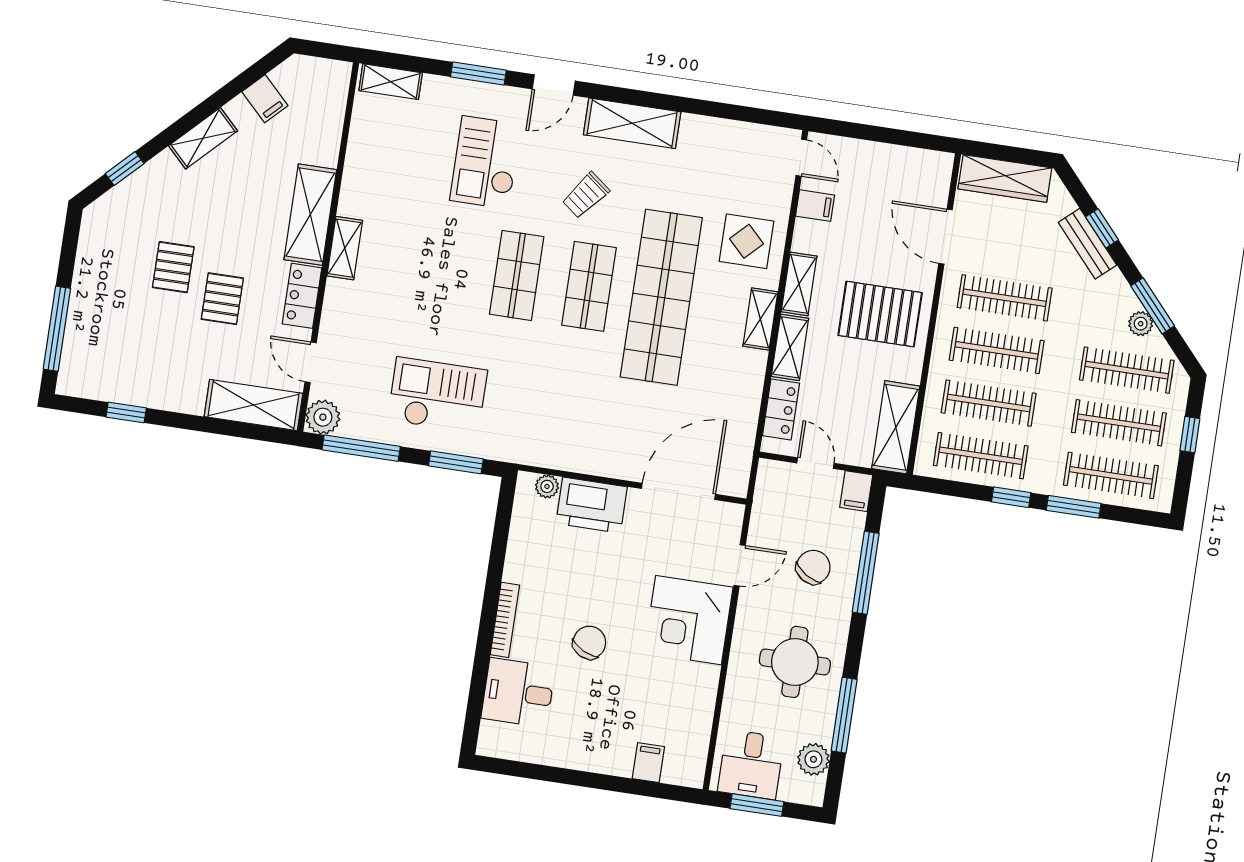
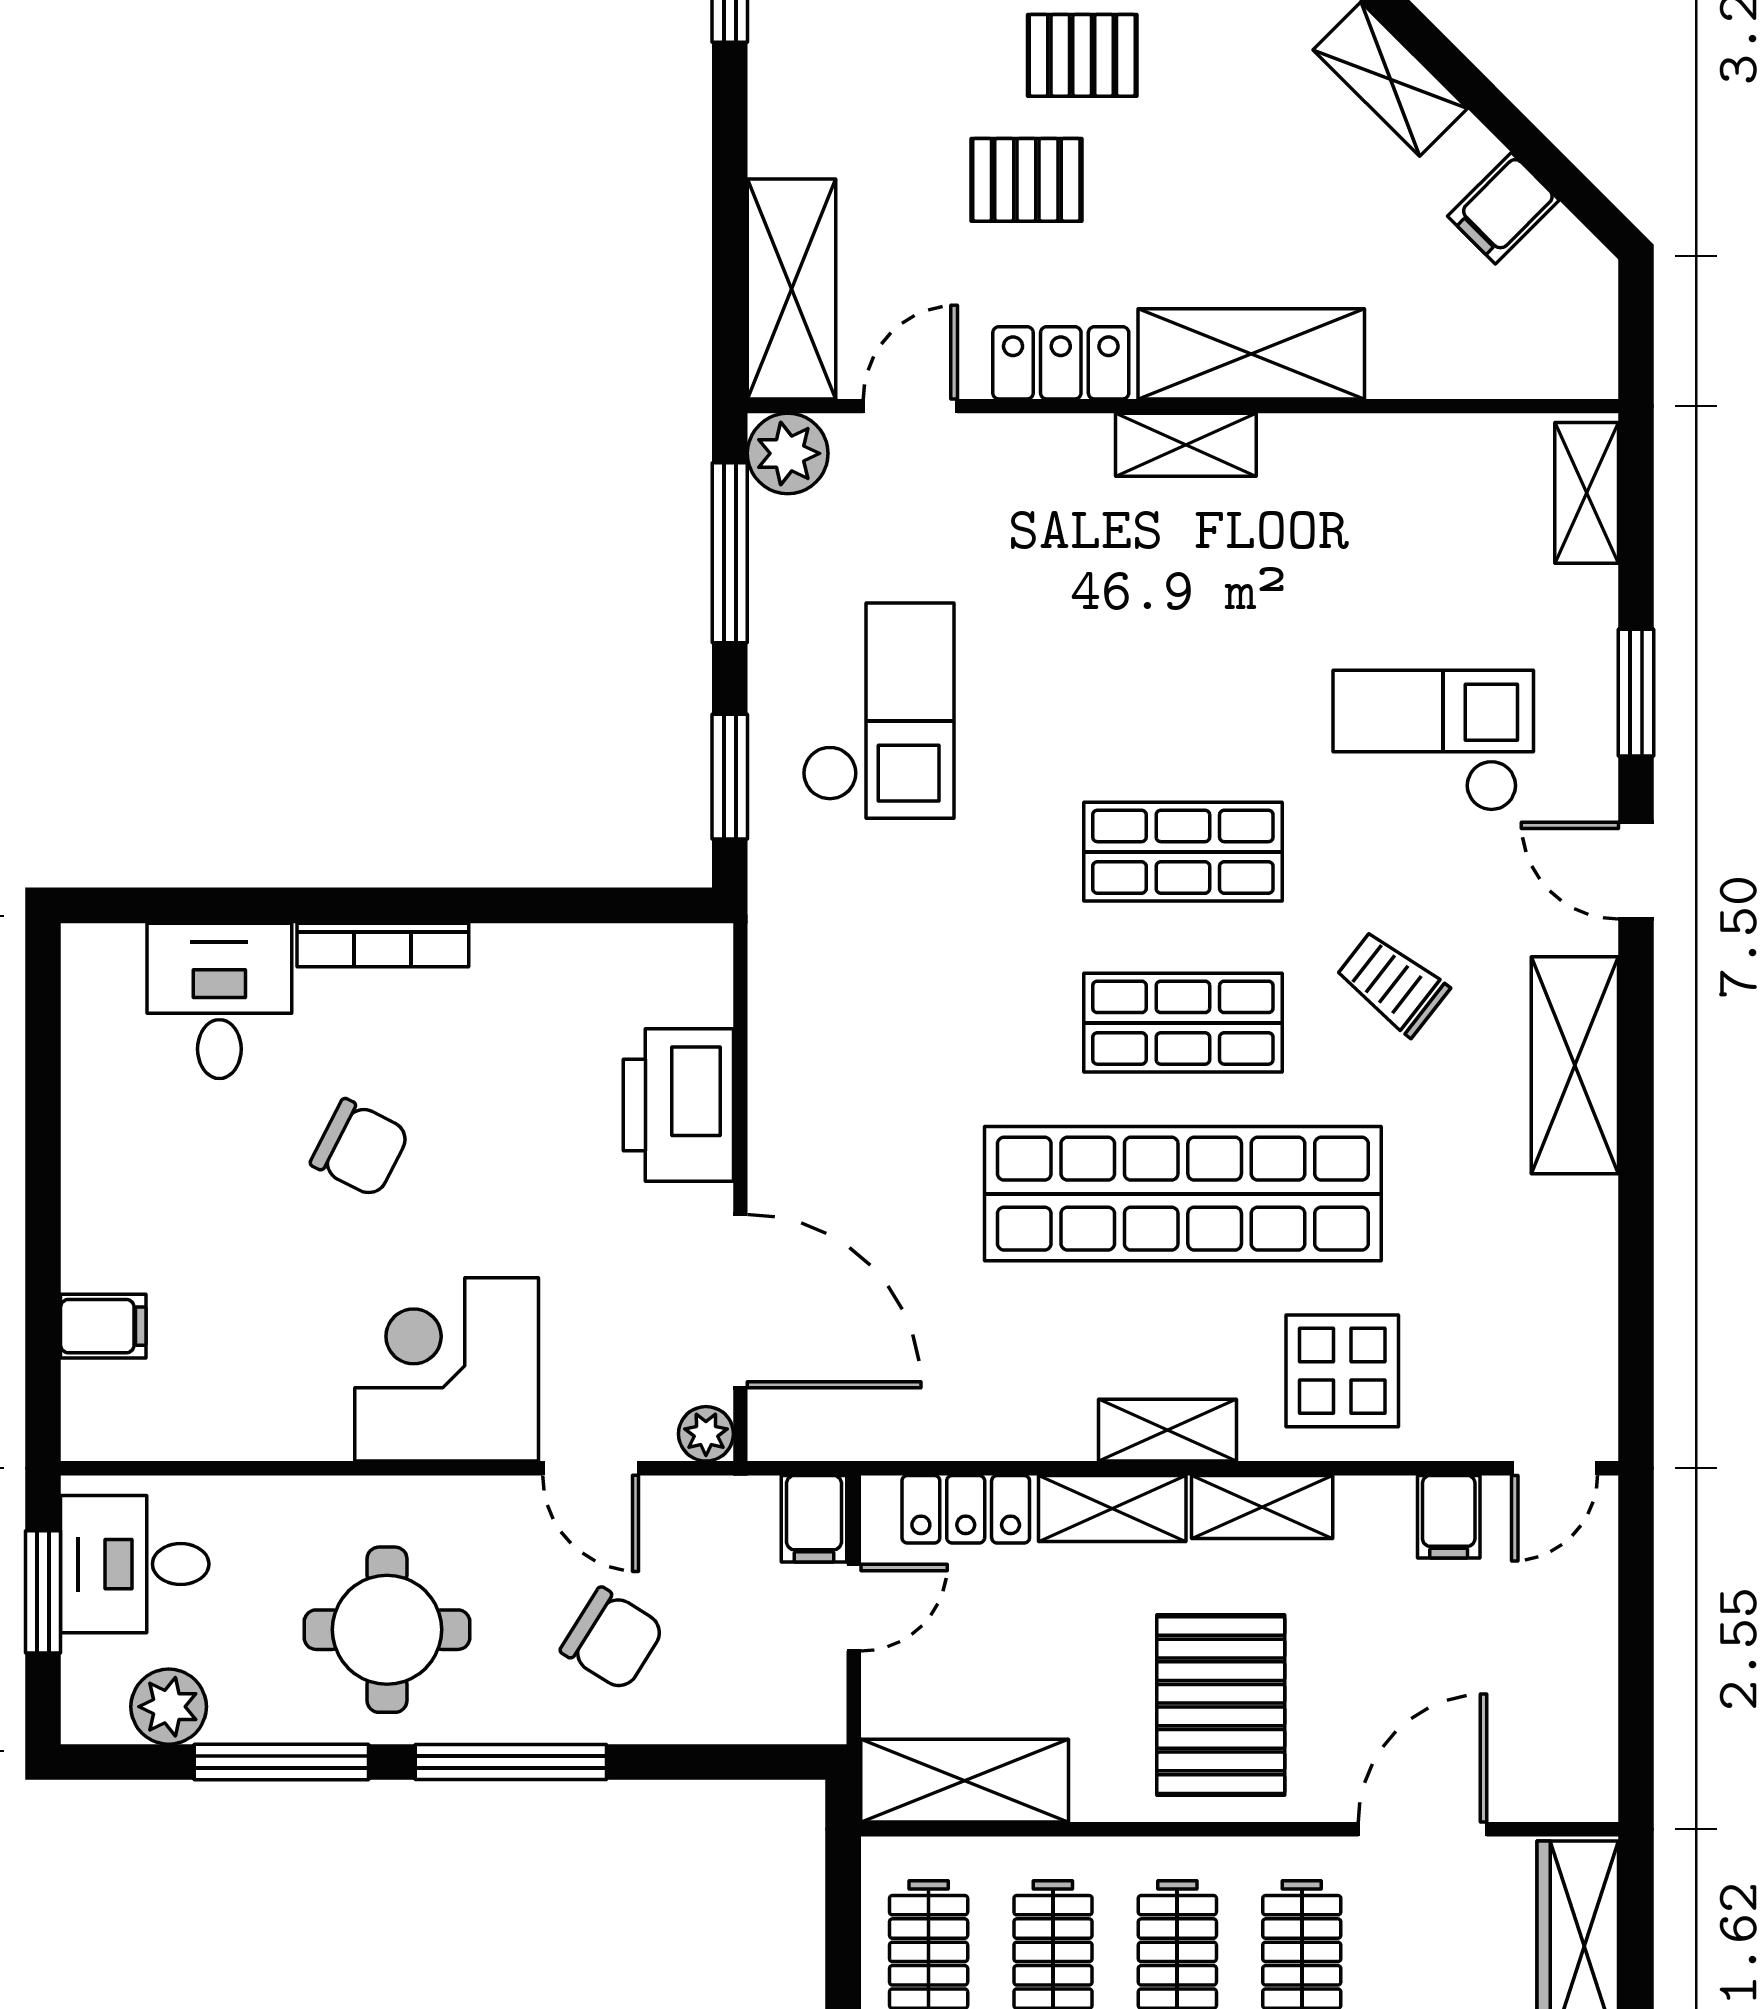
plant: (547, 486) -> (706, 1434), moved
filing cabinet: (856, 491) -> (814, 1519), moved, turned -90
window: (866, 573) -> (511, 1762), moved

